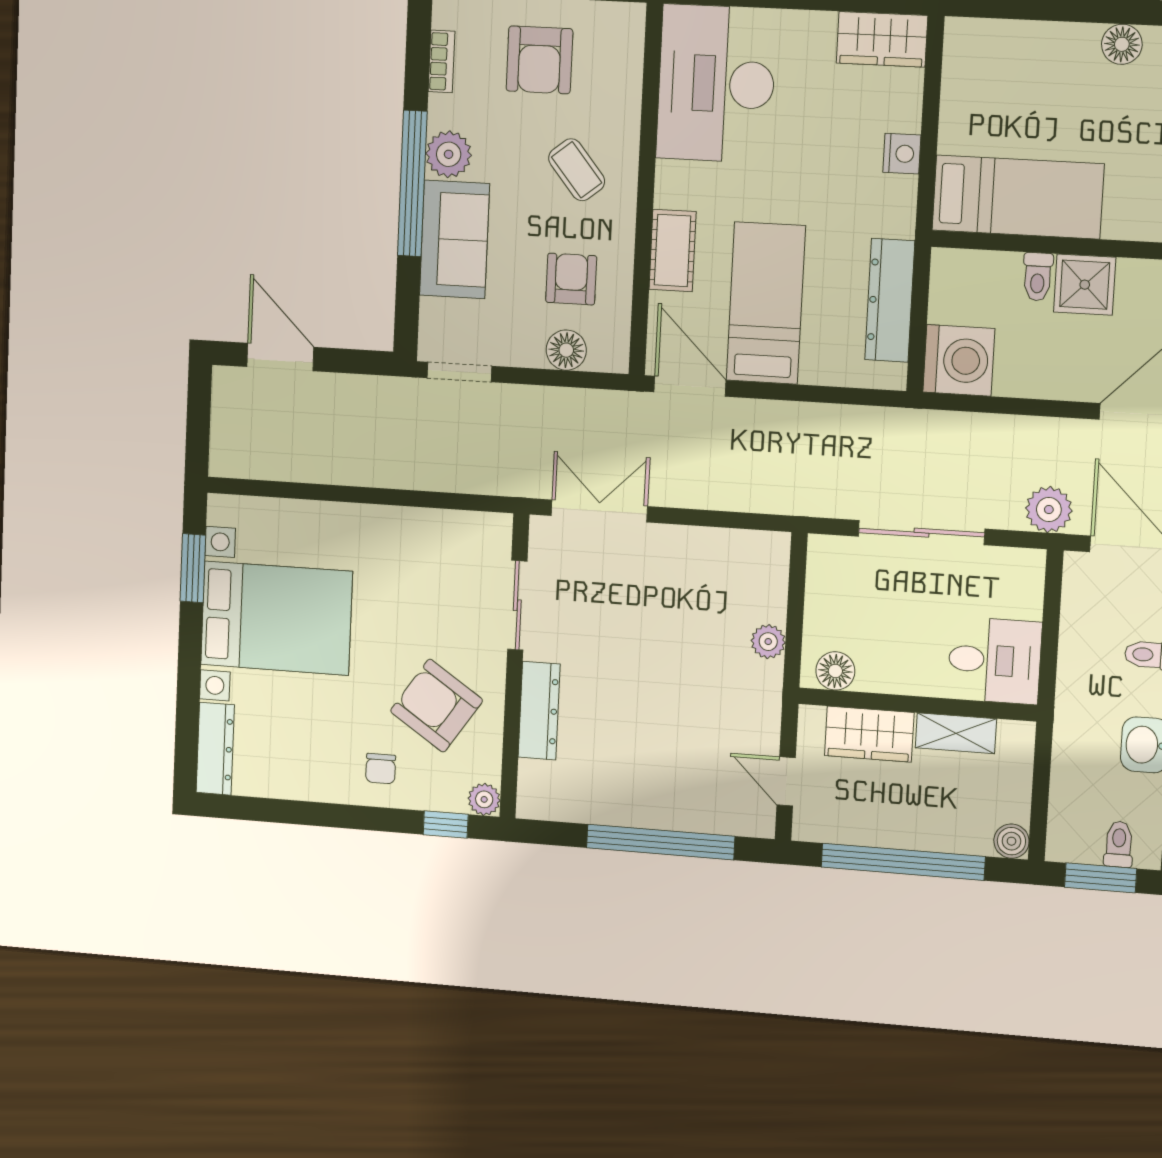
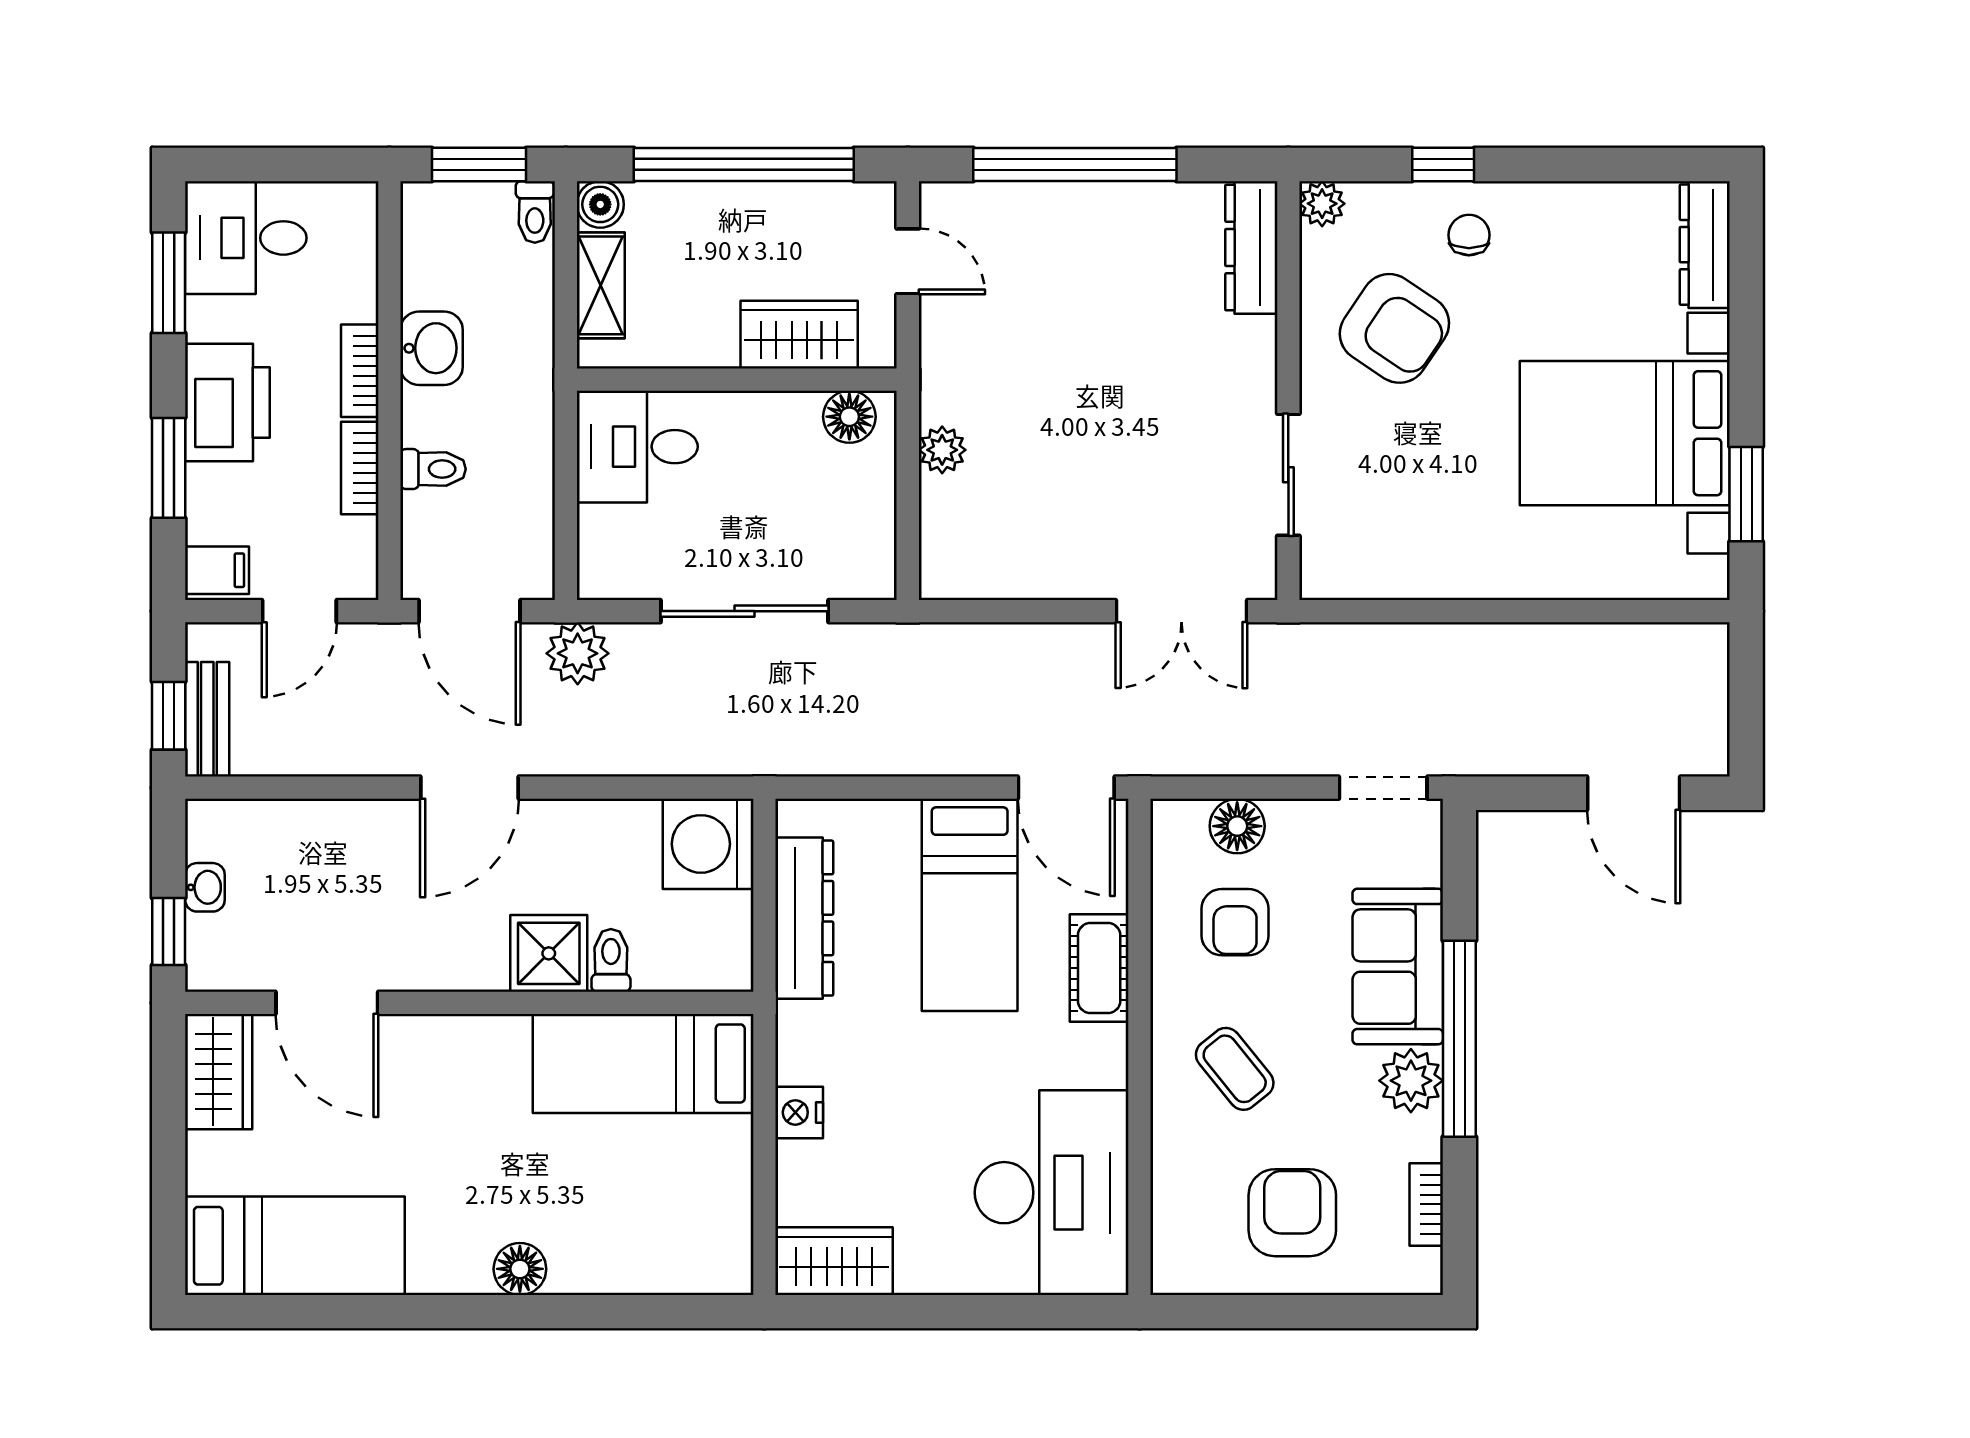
dresser: (539, 711) -> (1251, 247), moved
shelving: (956, 733) -> (601, 285), moved, turned 90
window: (446, 825) -> (1443, 164), moved
toilet: (1119, 844) -> (535, 212), moved

